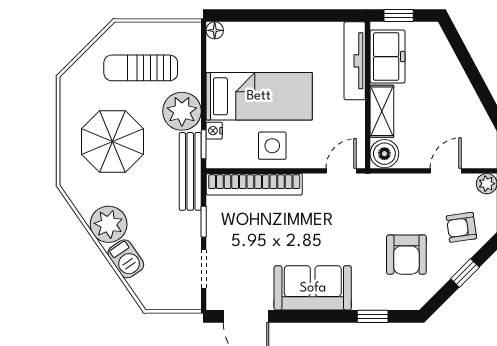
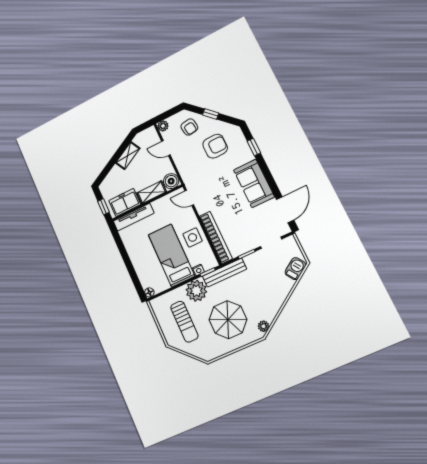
shelving: (467, 99) -> (128, 156), added
plant: (109, 224) -> (264, 326), moved, width x0.53, depth x0.53
barbecue: (126, 259) -> (295, 269), moved

